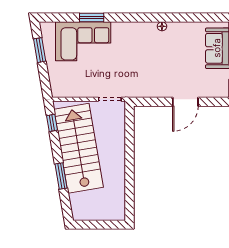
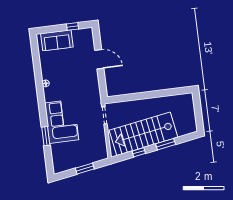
corner sofa: (83, 41) -> (62, 121), moved
window: (40, 50) -> (85, 169), moved
window: (52, 123) -> (139, 152), moved

